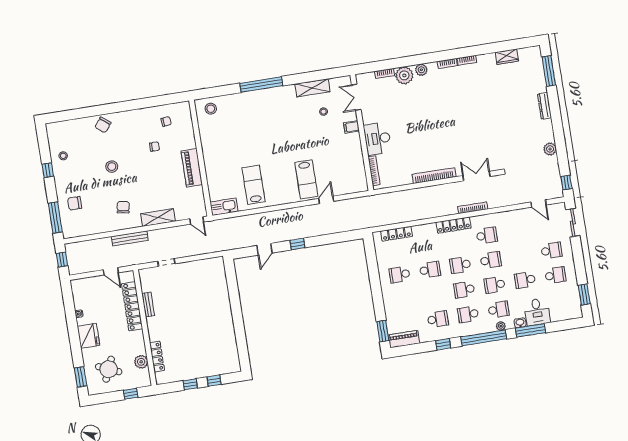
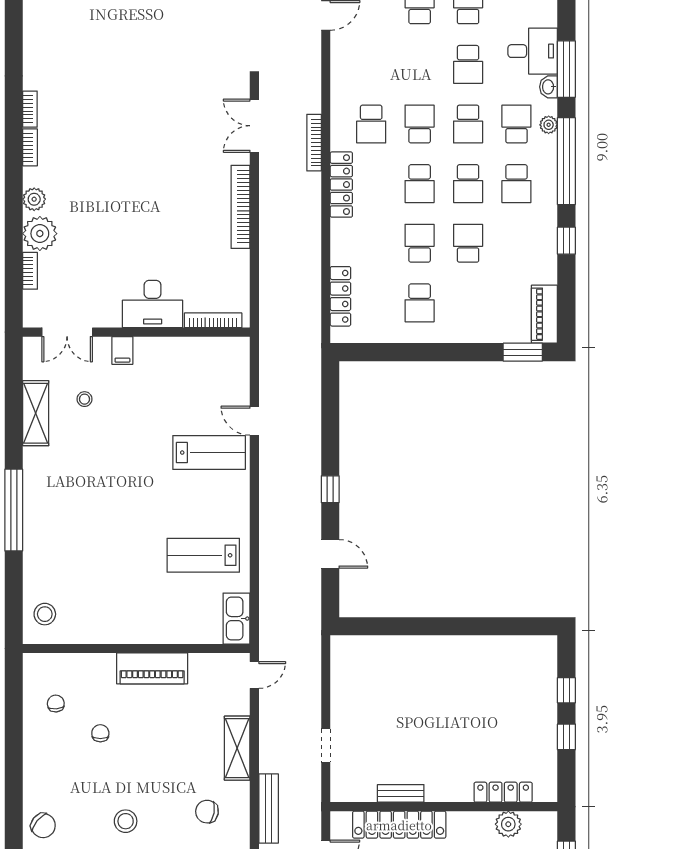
wardrobe: (507, 57) -> (35, 31), removed
school desk: (487, 235) -> (371, 124), turned 180
school desk: (438, 319) -> (468, 243), moved

